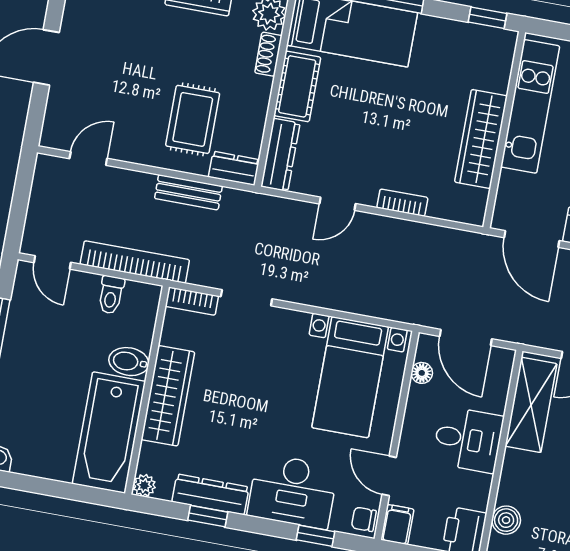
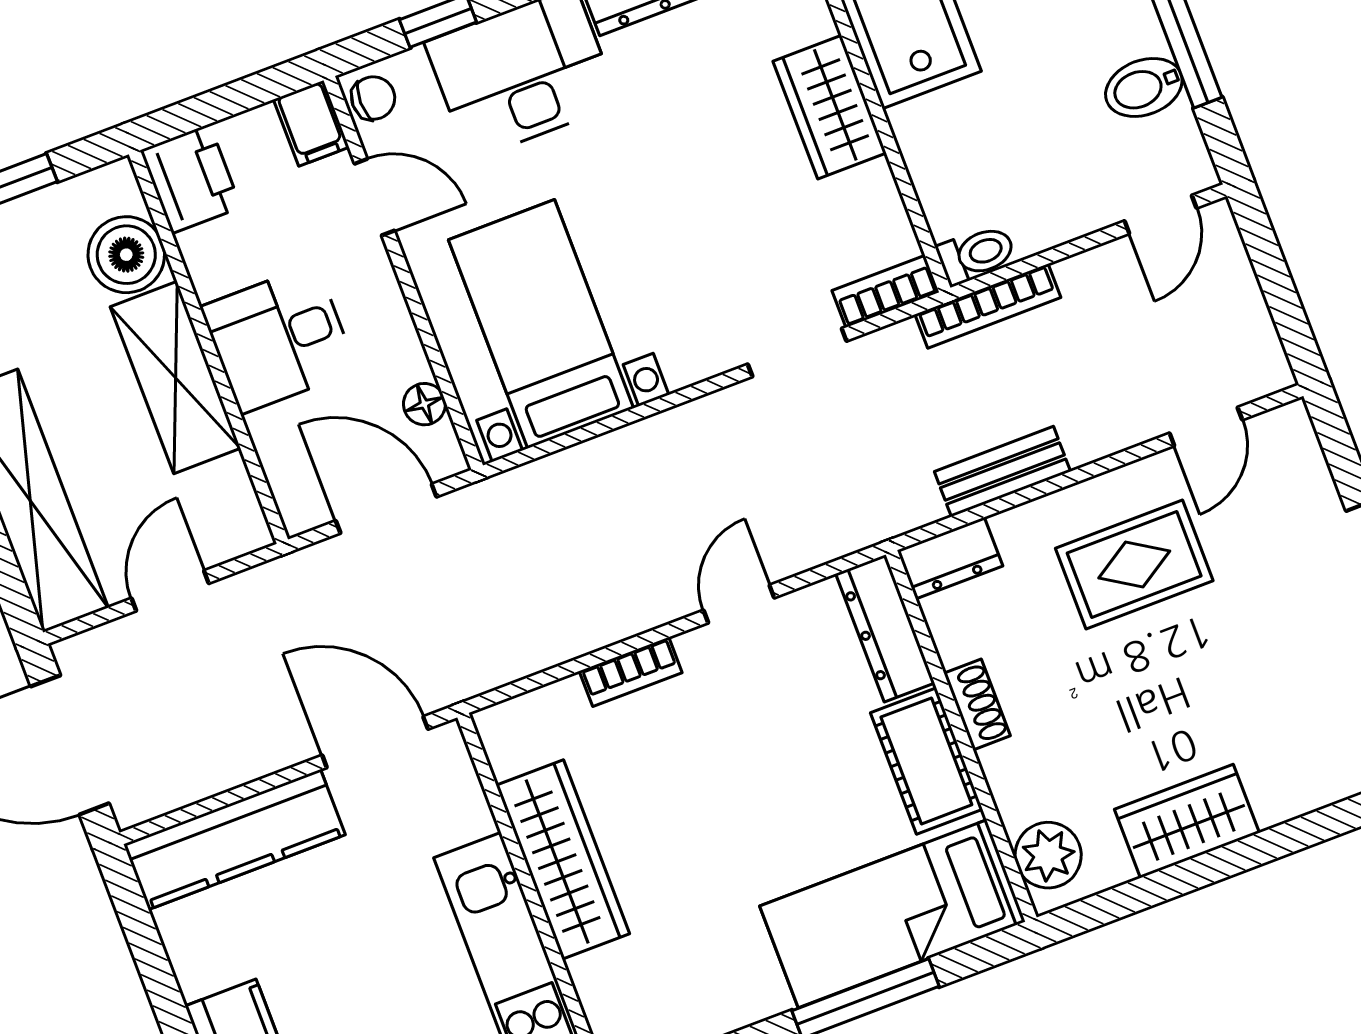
shoe rack: (268, 54) -> (977, 705), moved
rug: (193, 119) -> (1134, 564), moved, turned 90
door: (52, 262) -> (1161, 215), swing flipped
bookcase: (135, 262) -> (988, 306), width x0.68, depth x0.76
toilet: (111, 295) -> (976, 254), moved, turned 90
bidet: (129, 362) -> (1144, 87), moved, turned 180
wardrobe: (168, 396) -> (830, 107), width x0.67
shelving: (531, 405) -> (175, 378), moved
boiler: (506, 520) -> (126, 255), width x1.36, depth x1.36

